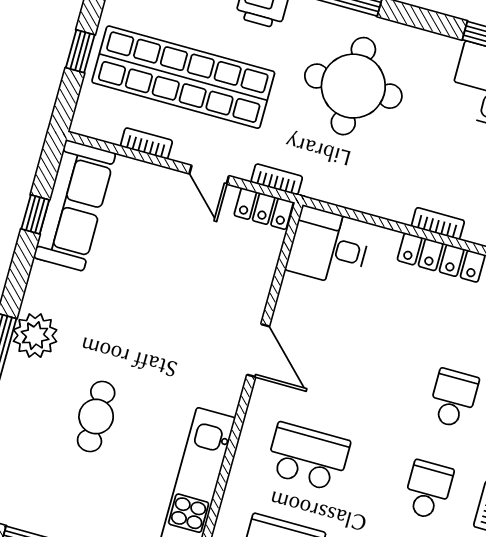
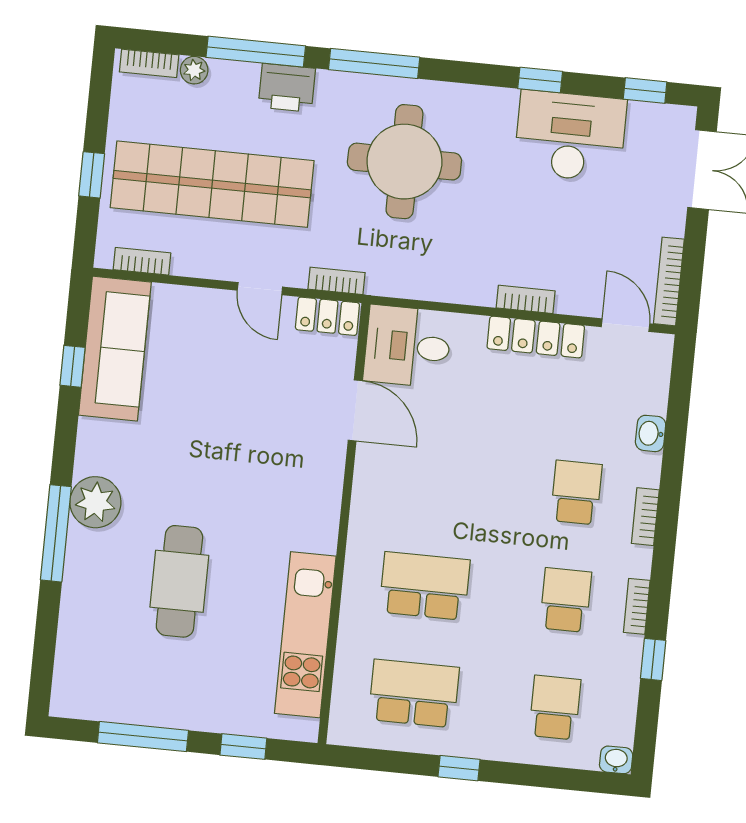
bookcase: (146, 143) -> (142, 261), moved
door: (258, 350) -> (355, 410), moved
cafe table: (96, 417) -> (179, 581), width x1.37, depth x1.35

